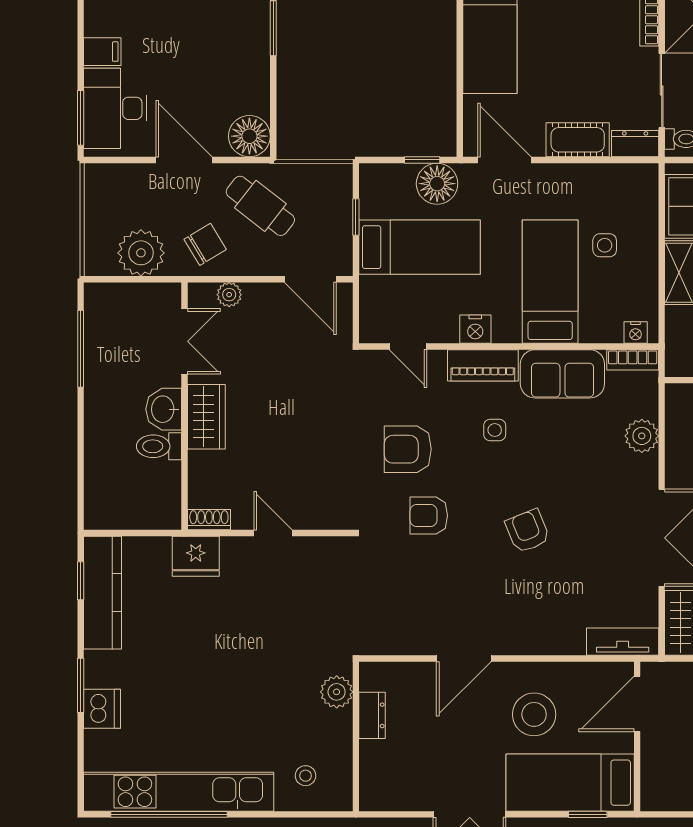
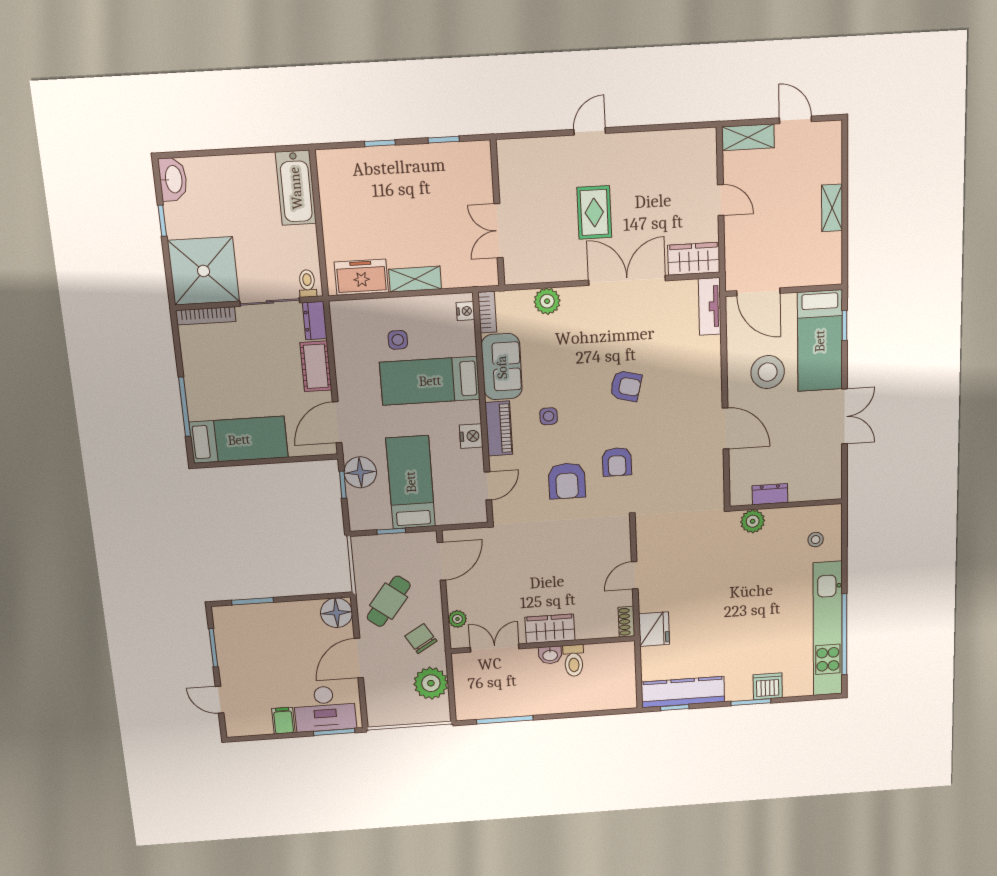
washbasin: (164, 409) -> (550, 655), width x0.72, depth x0.69
armchair: (528, 531) -> (626, 386), turned -144

